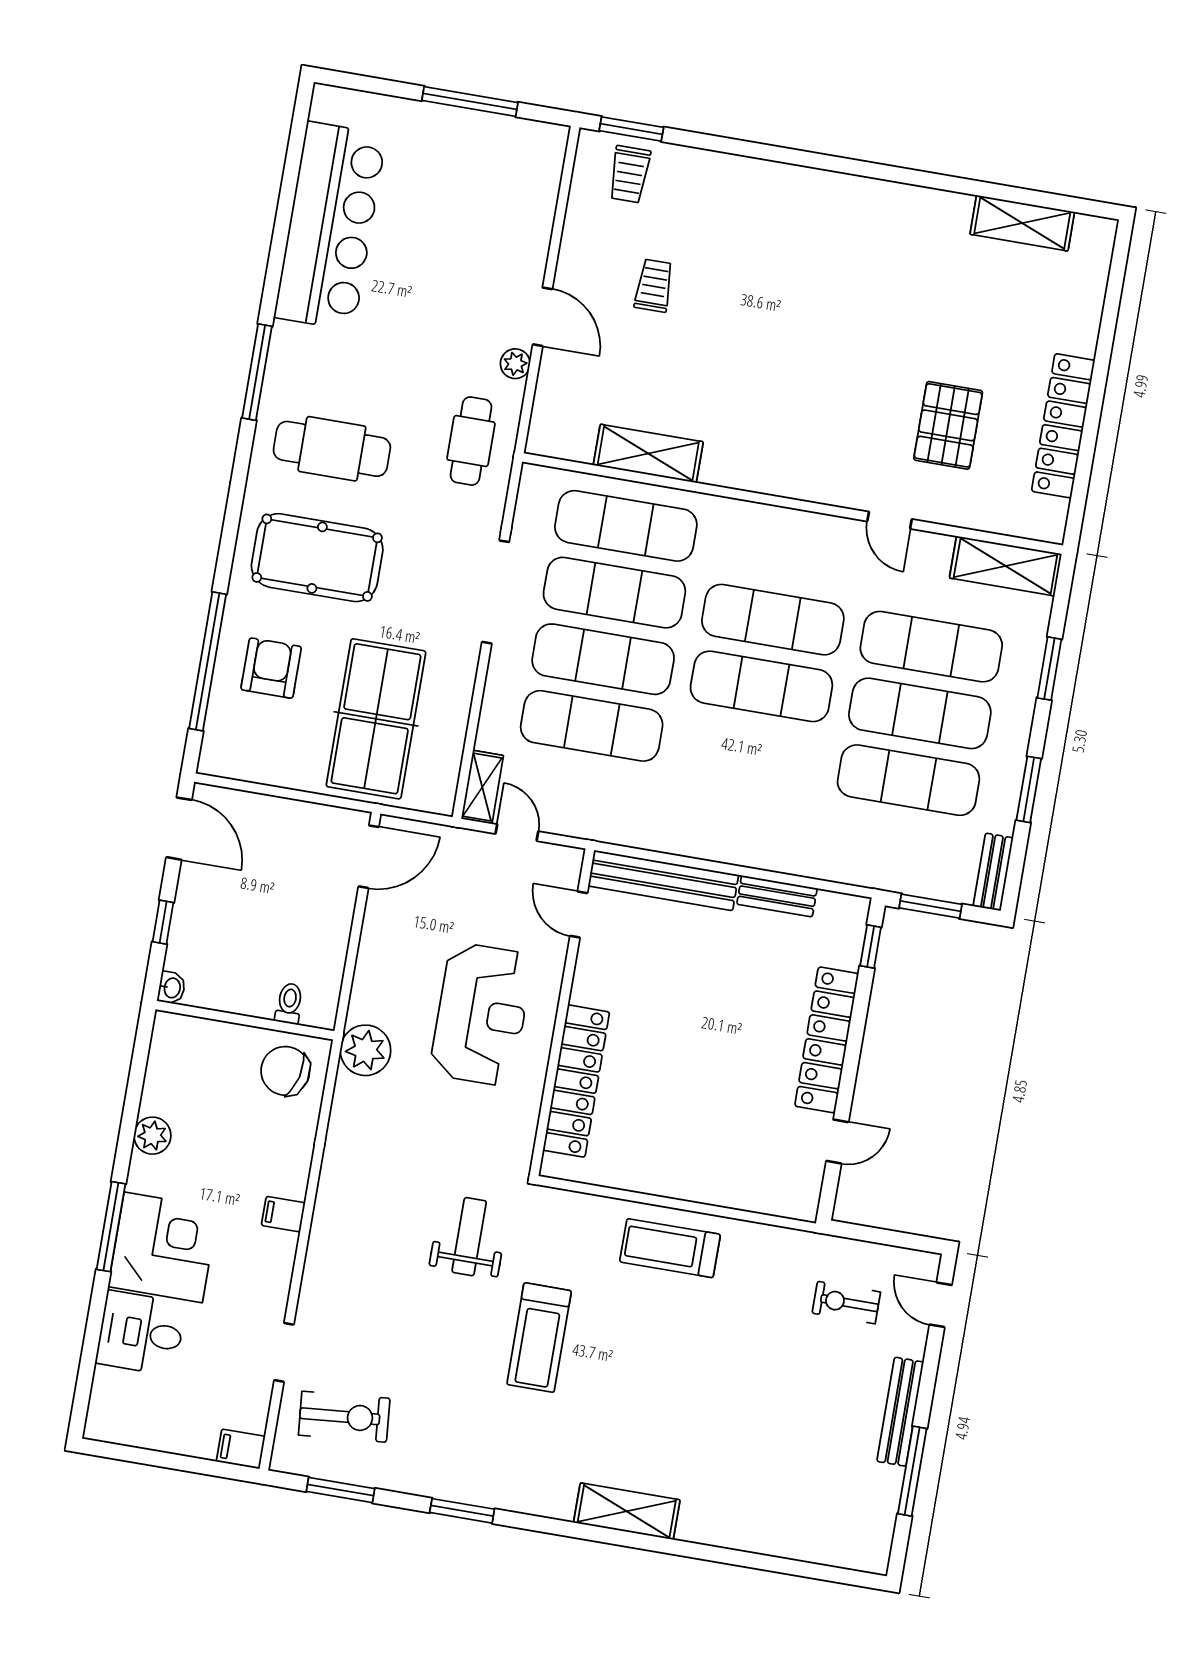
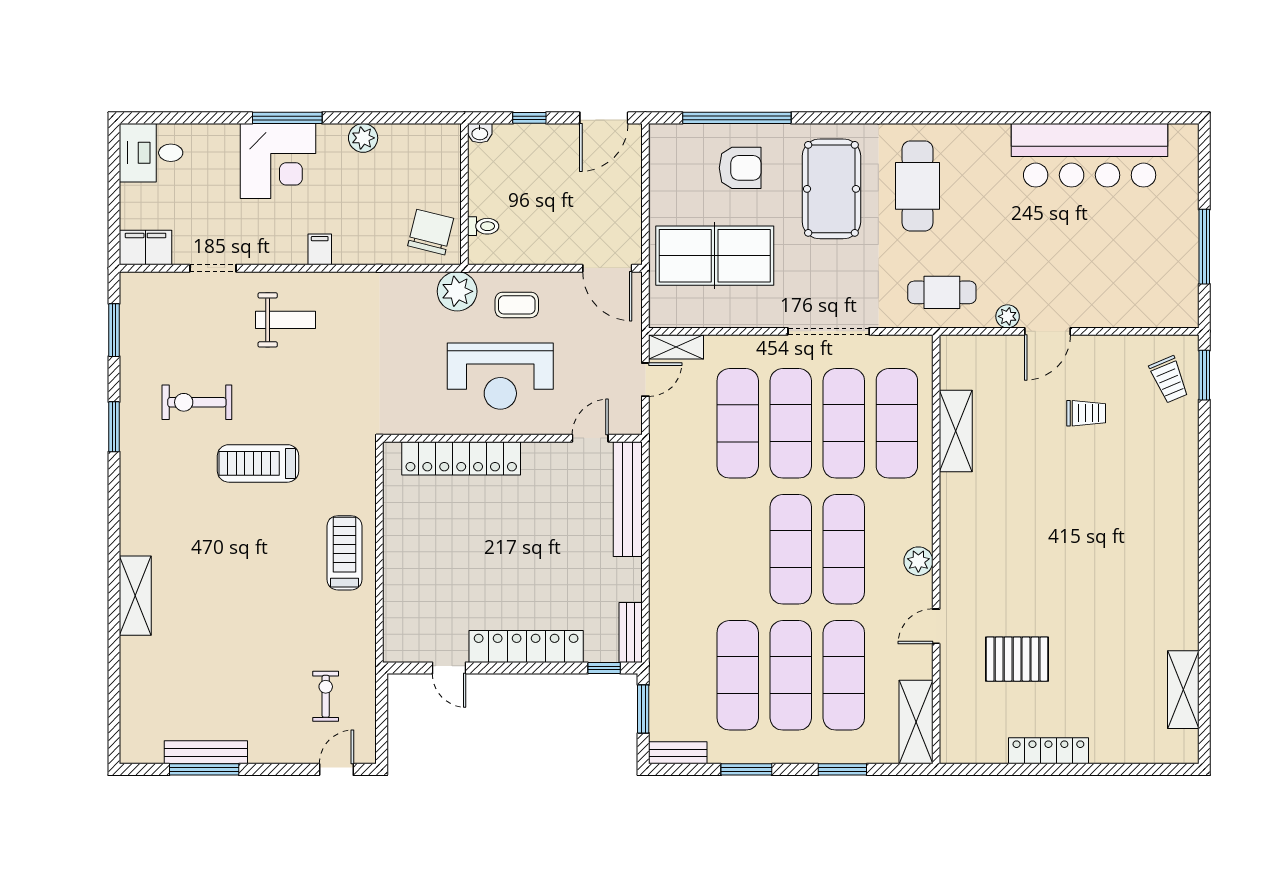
trolley: (629, 174) -> (1169, 380), turned -113
window: (257, 372) -> (967, 118), removed
locker: (1063, 426) -> (1048, 751), width x0.71, depth x0.83
plant: (804, 528) -> (918, 561), added
bench: (777, 896) -> (631, 632), moved
coffee table: (395, 978) -> (517, 305), added
weight bench: (469, 1237) -> (286, 320), moved
desk: (141, 1333) -> (151, 153), moved, turned -90
bench: (900, 1412) -> (206, 752), moved
exercise bike: (344, 1417) -> (197, 402), moved, turned 95
filing cabinet: (241, 1449) -> (146, 248), width x2.00
shelving: (627, 1511) -> (135, 596), moved

